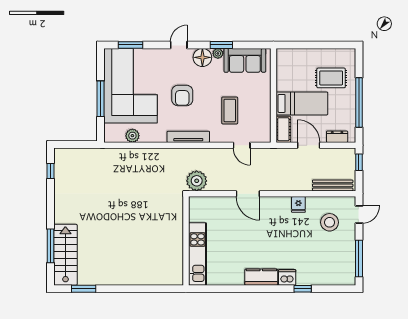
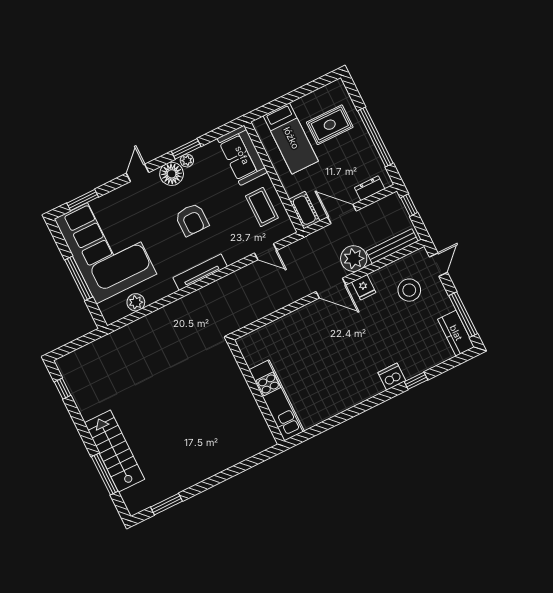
sofa: (245, 60) -> (242, 155), moved, turned 90
armchair: (182, 95) -> (192, 220), moved
bed: (302, 103) -> (291, 138), moved, turned 90
coffee table: (230, 110) -> (262, 207), moved
plant: (197, 181) -> (354, 259), moved
door: (248, 194) -> (331, 288), moved
stairs: (65, 255) -> (114, 451), moved
kitchen counter: (261, 277) -> (456, 333), moved, turned -90

